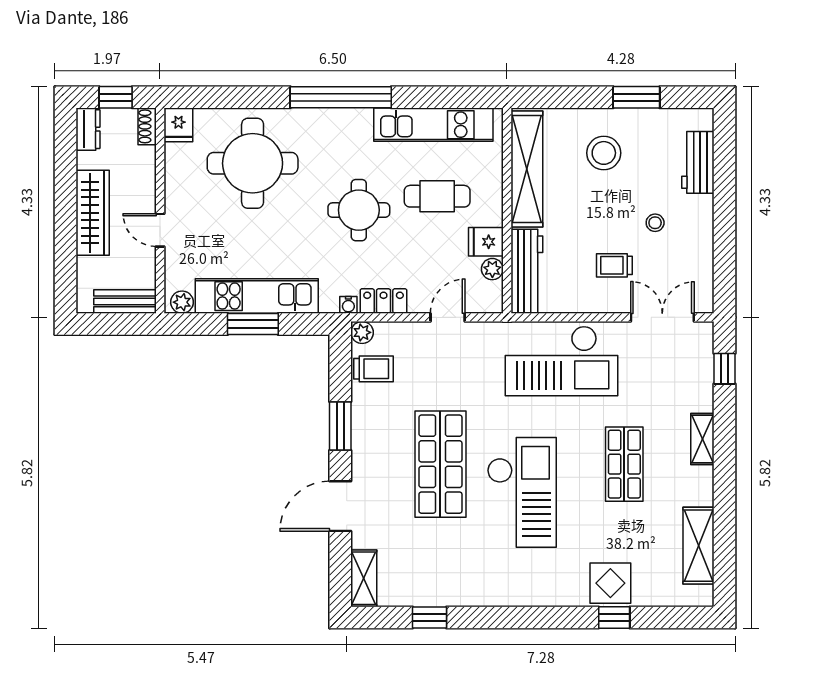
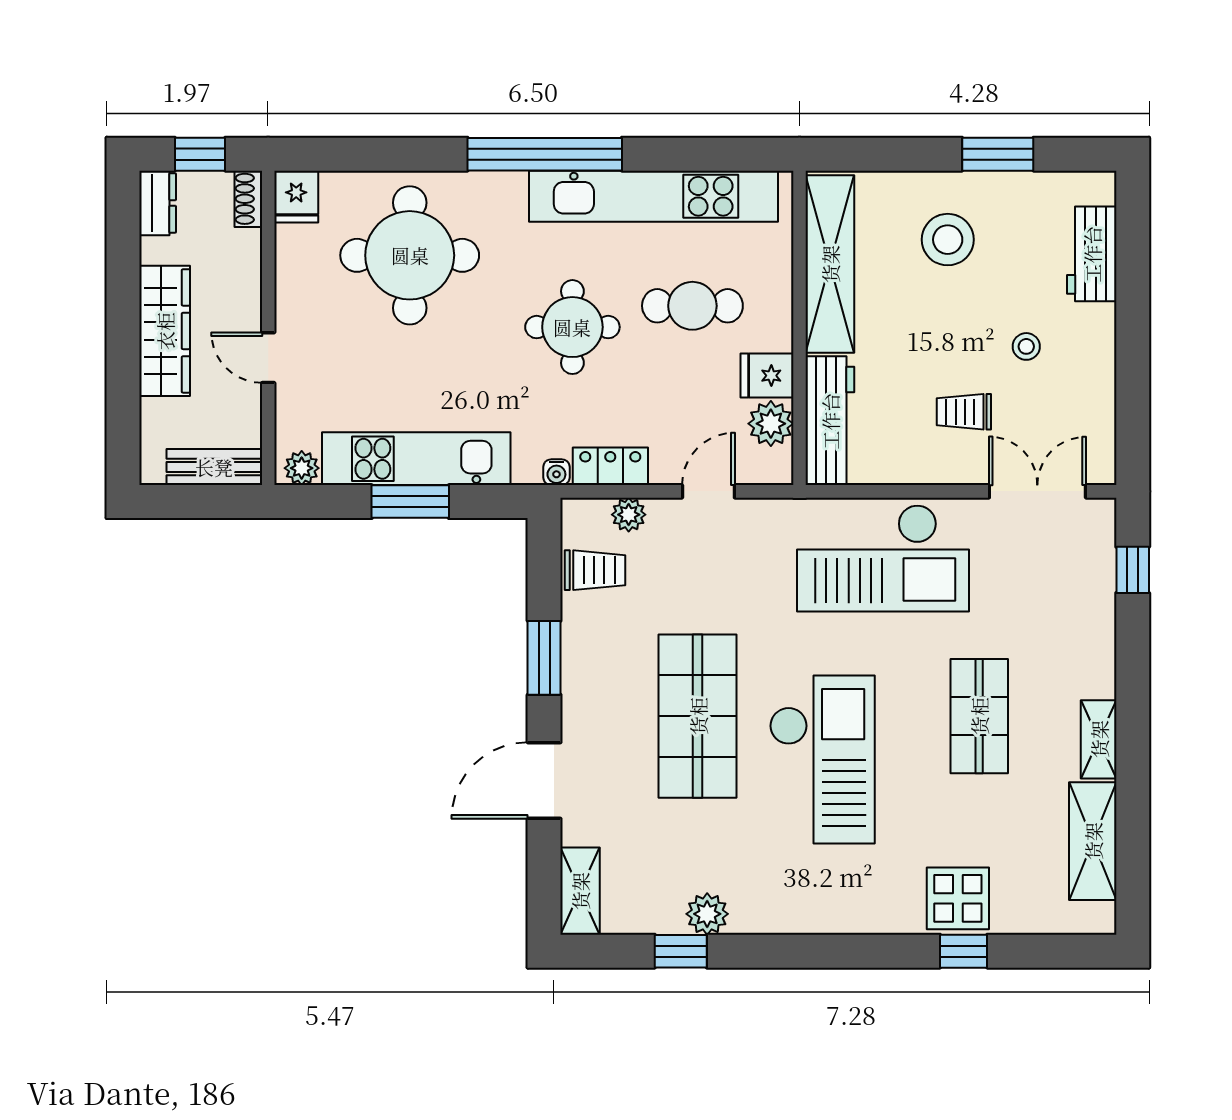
kitchen unit: (433, 125) -> (653, 196), width x1.36
plant: (492, 269) -> (771, 424), width x1.38, depth x1.38
plant: (362, 332) -> (629, 515), moved
shelving: (702, 439) -> (1099, 739), moved
plant: (447, 593) -> (707, 914), added

